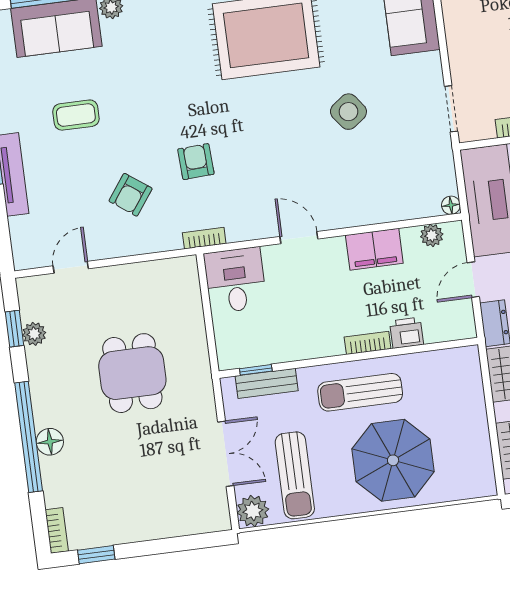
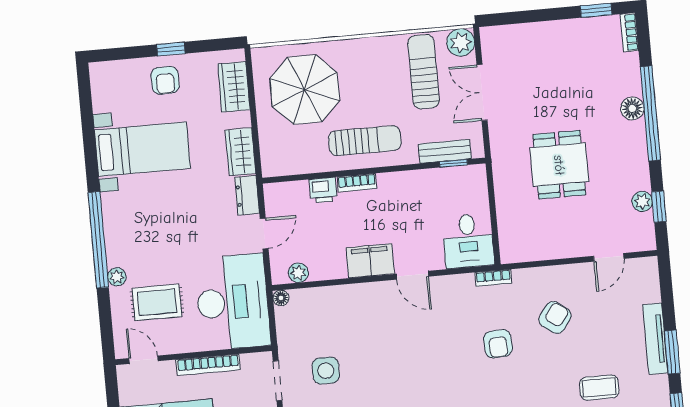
side table: (348, 112) -> (326, 371), moved, turned 37
filing cabinet: (374, 249) -> (370, 261), moved
parasol: (393, 460) -> (305, 90), moved

